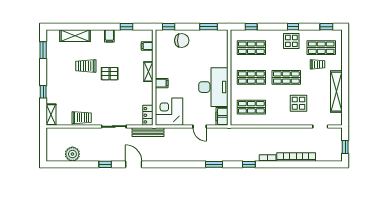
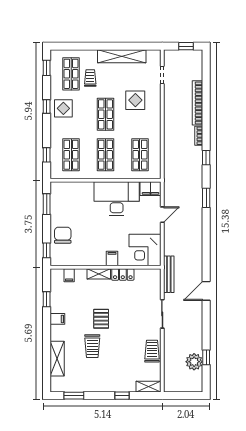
locker: (148, 115) -> (123, 274), moved
window: (105, 164) -> (206, 357), moved

